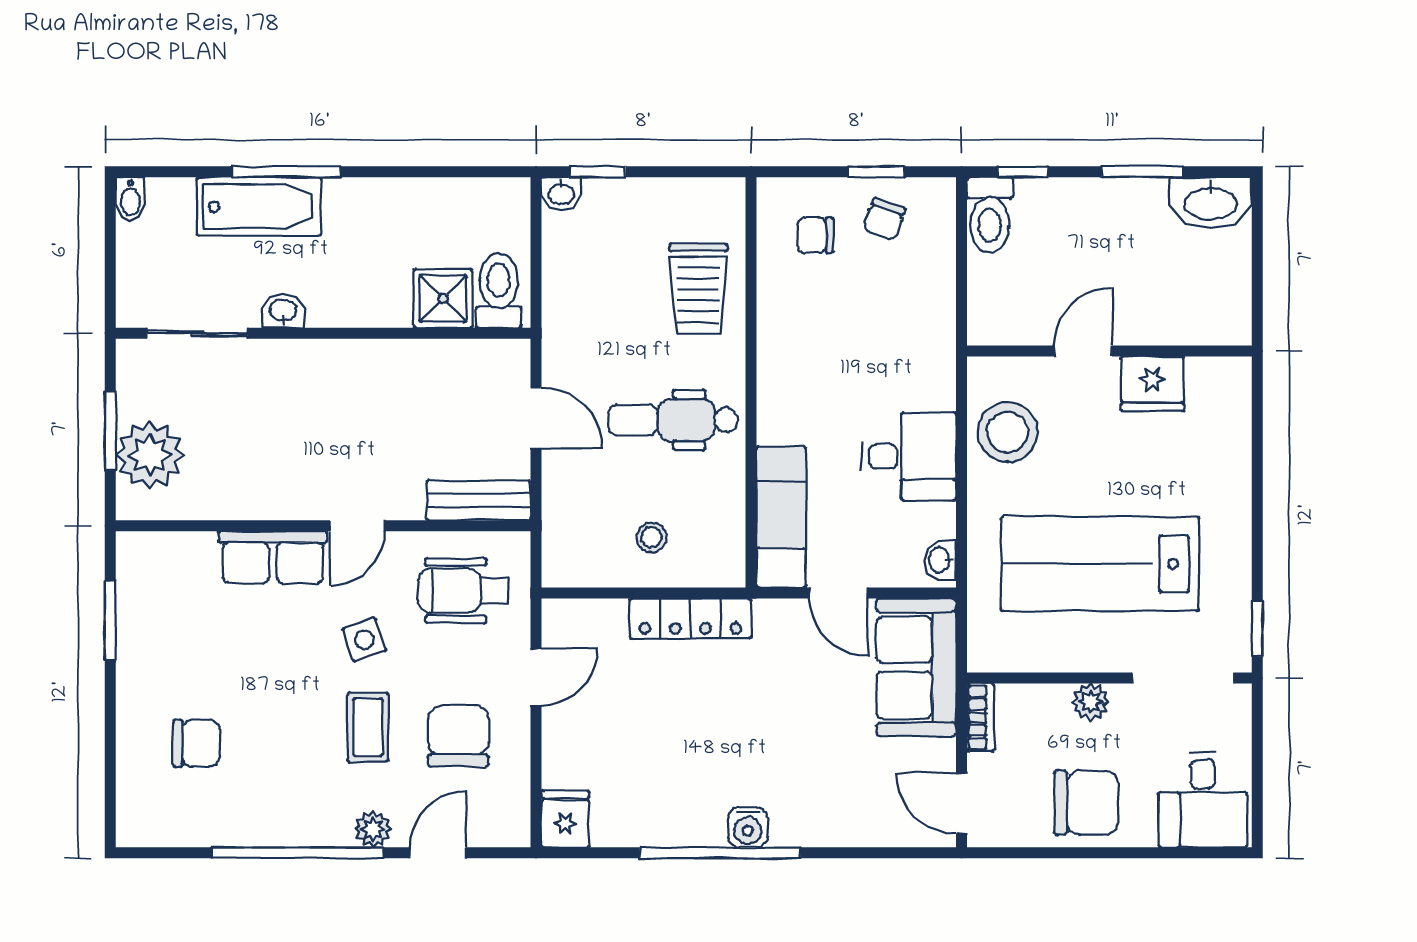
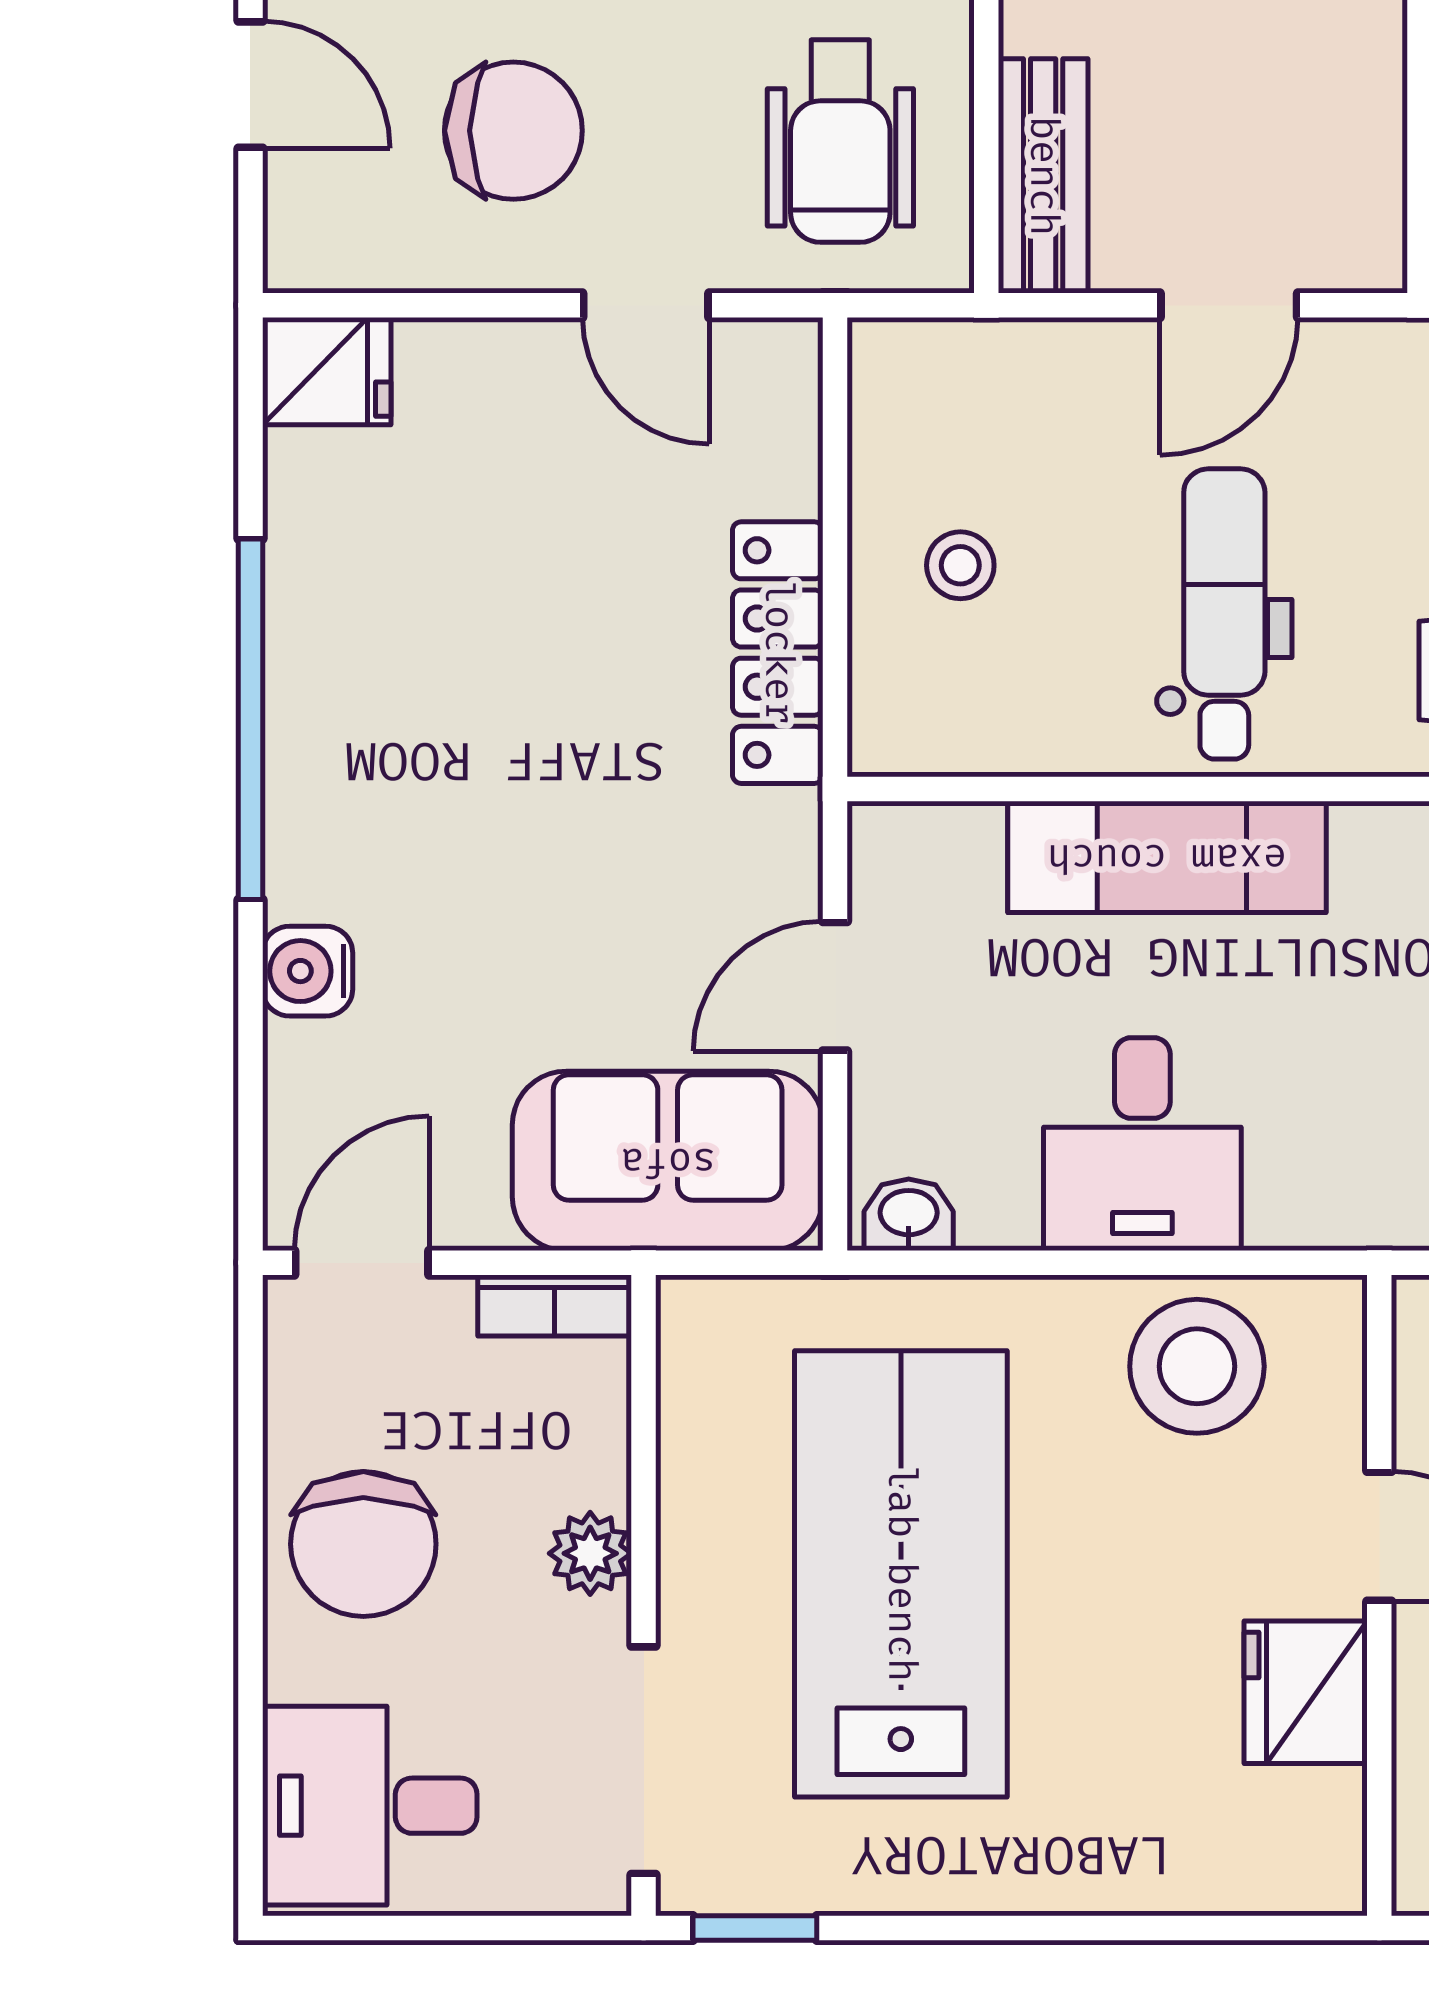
exam couch: (781, 517) -> (1167, 857), moved
wheelchair: (463, 591) -> (840, 141), turned 180
water cooler: (748, 827) -> (308, 971), moved

